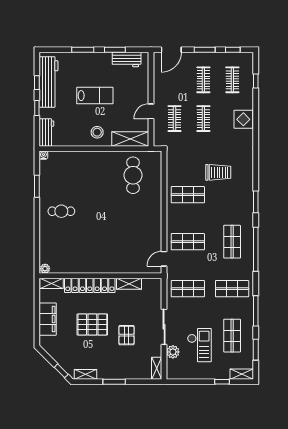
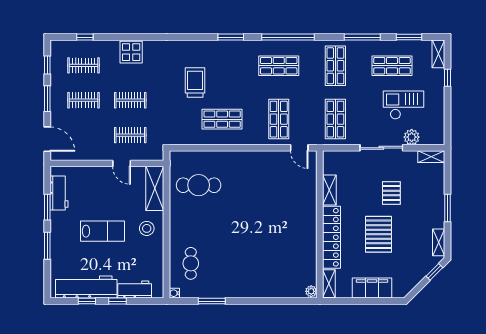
lab bench: (95, 96) -> (103, 231), turned 90
workbench: (46, 132) -> (135, 290), moved
shop shelf: (188, 195) -> (222, 119), turned 90
cafe table: (61, 211) -> (191, 263), moved
pallet: (126, 335) -> (391, 193), turned 90

